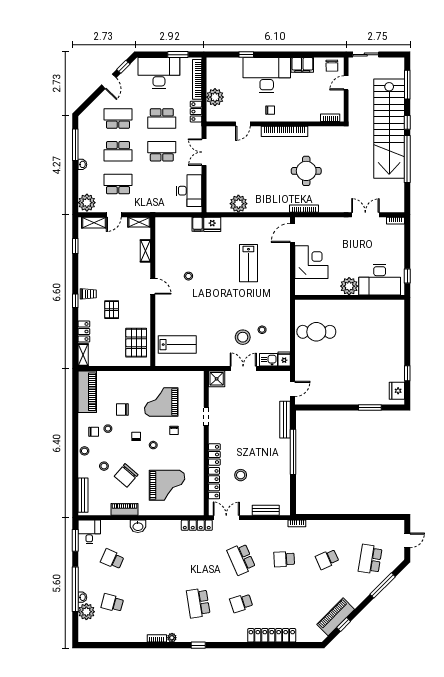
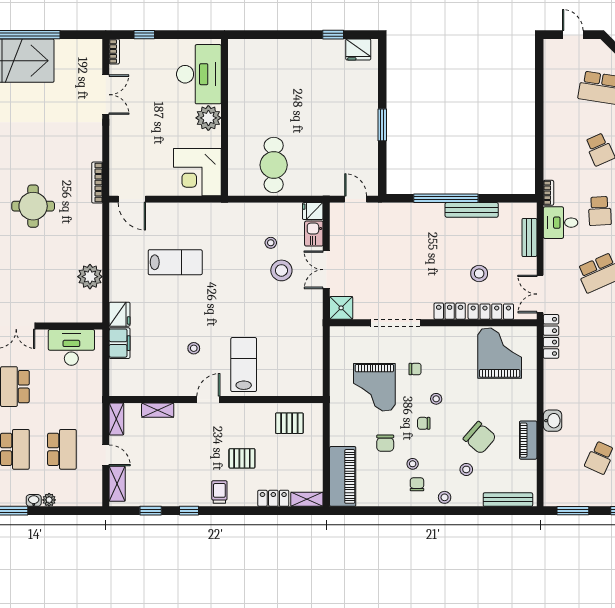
round table: (306, 171) -> (33, 206), moved
school desk: (118, 184) -> (62, 449), turned 180
plant: (87, 203) -> (49, 500), moved, width x0.53, depth x0.53
double door: (365, 215) -> (106, 95), swing flipped
filing cabinet: (197, 224) -> (119, 343), width x2.00
corner desk: (311, 262) -> (197, 172), moved, turned -90
window: (407, 276) -> (144, 35), moved
window: (75, 301) -> (189, 511), moved
pallet: (136, 343) -> (289, 423), width x0.67, depth x0.71
lab bench: (177, 345) -> (244, 365), moved
piano: (87, 392) -> (343, 476), moved, turned 90
window: (370, 407) -> (382, 125), moved
doorway: (206, 417) -> (395, 323), width x1.88
bench: (285, 420) -> (472, 210), moved
grand piano: (167, 485) -> (500, 353), moved
desk: (89, 532) -> (561, 223), moved

